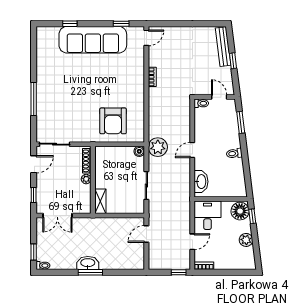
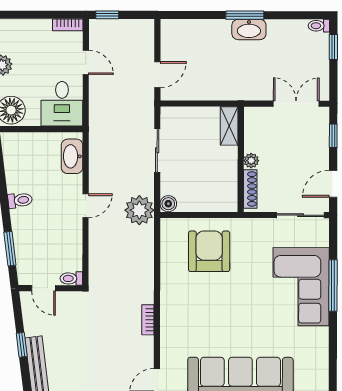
corner sofa: (54, 98) -> (301, 287), added
door: (192, 242) -> (86, 62), swing flipped

